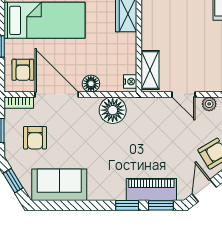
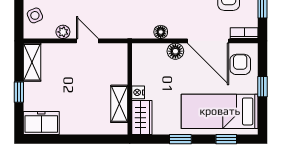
shelving: (150, 70) -> (119, 104), moved
nightstand: (130, 82) -> (138, 92), moved
floor lamp: (113, 110) -> (161, 32), width x0.53, depth x0.53

